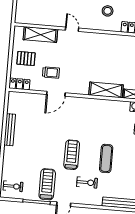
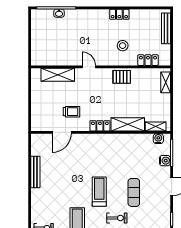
pallet: (26, 59) -> (122, 77), moved
locker: (20, 84) -> (100, 126), moved
door: (56, 94) -> (62, 132), moved

